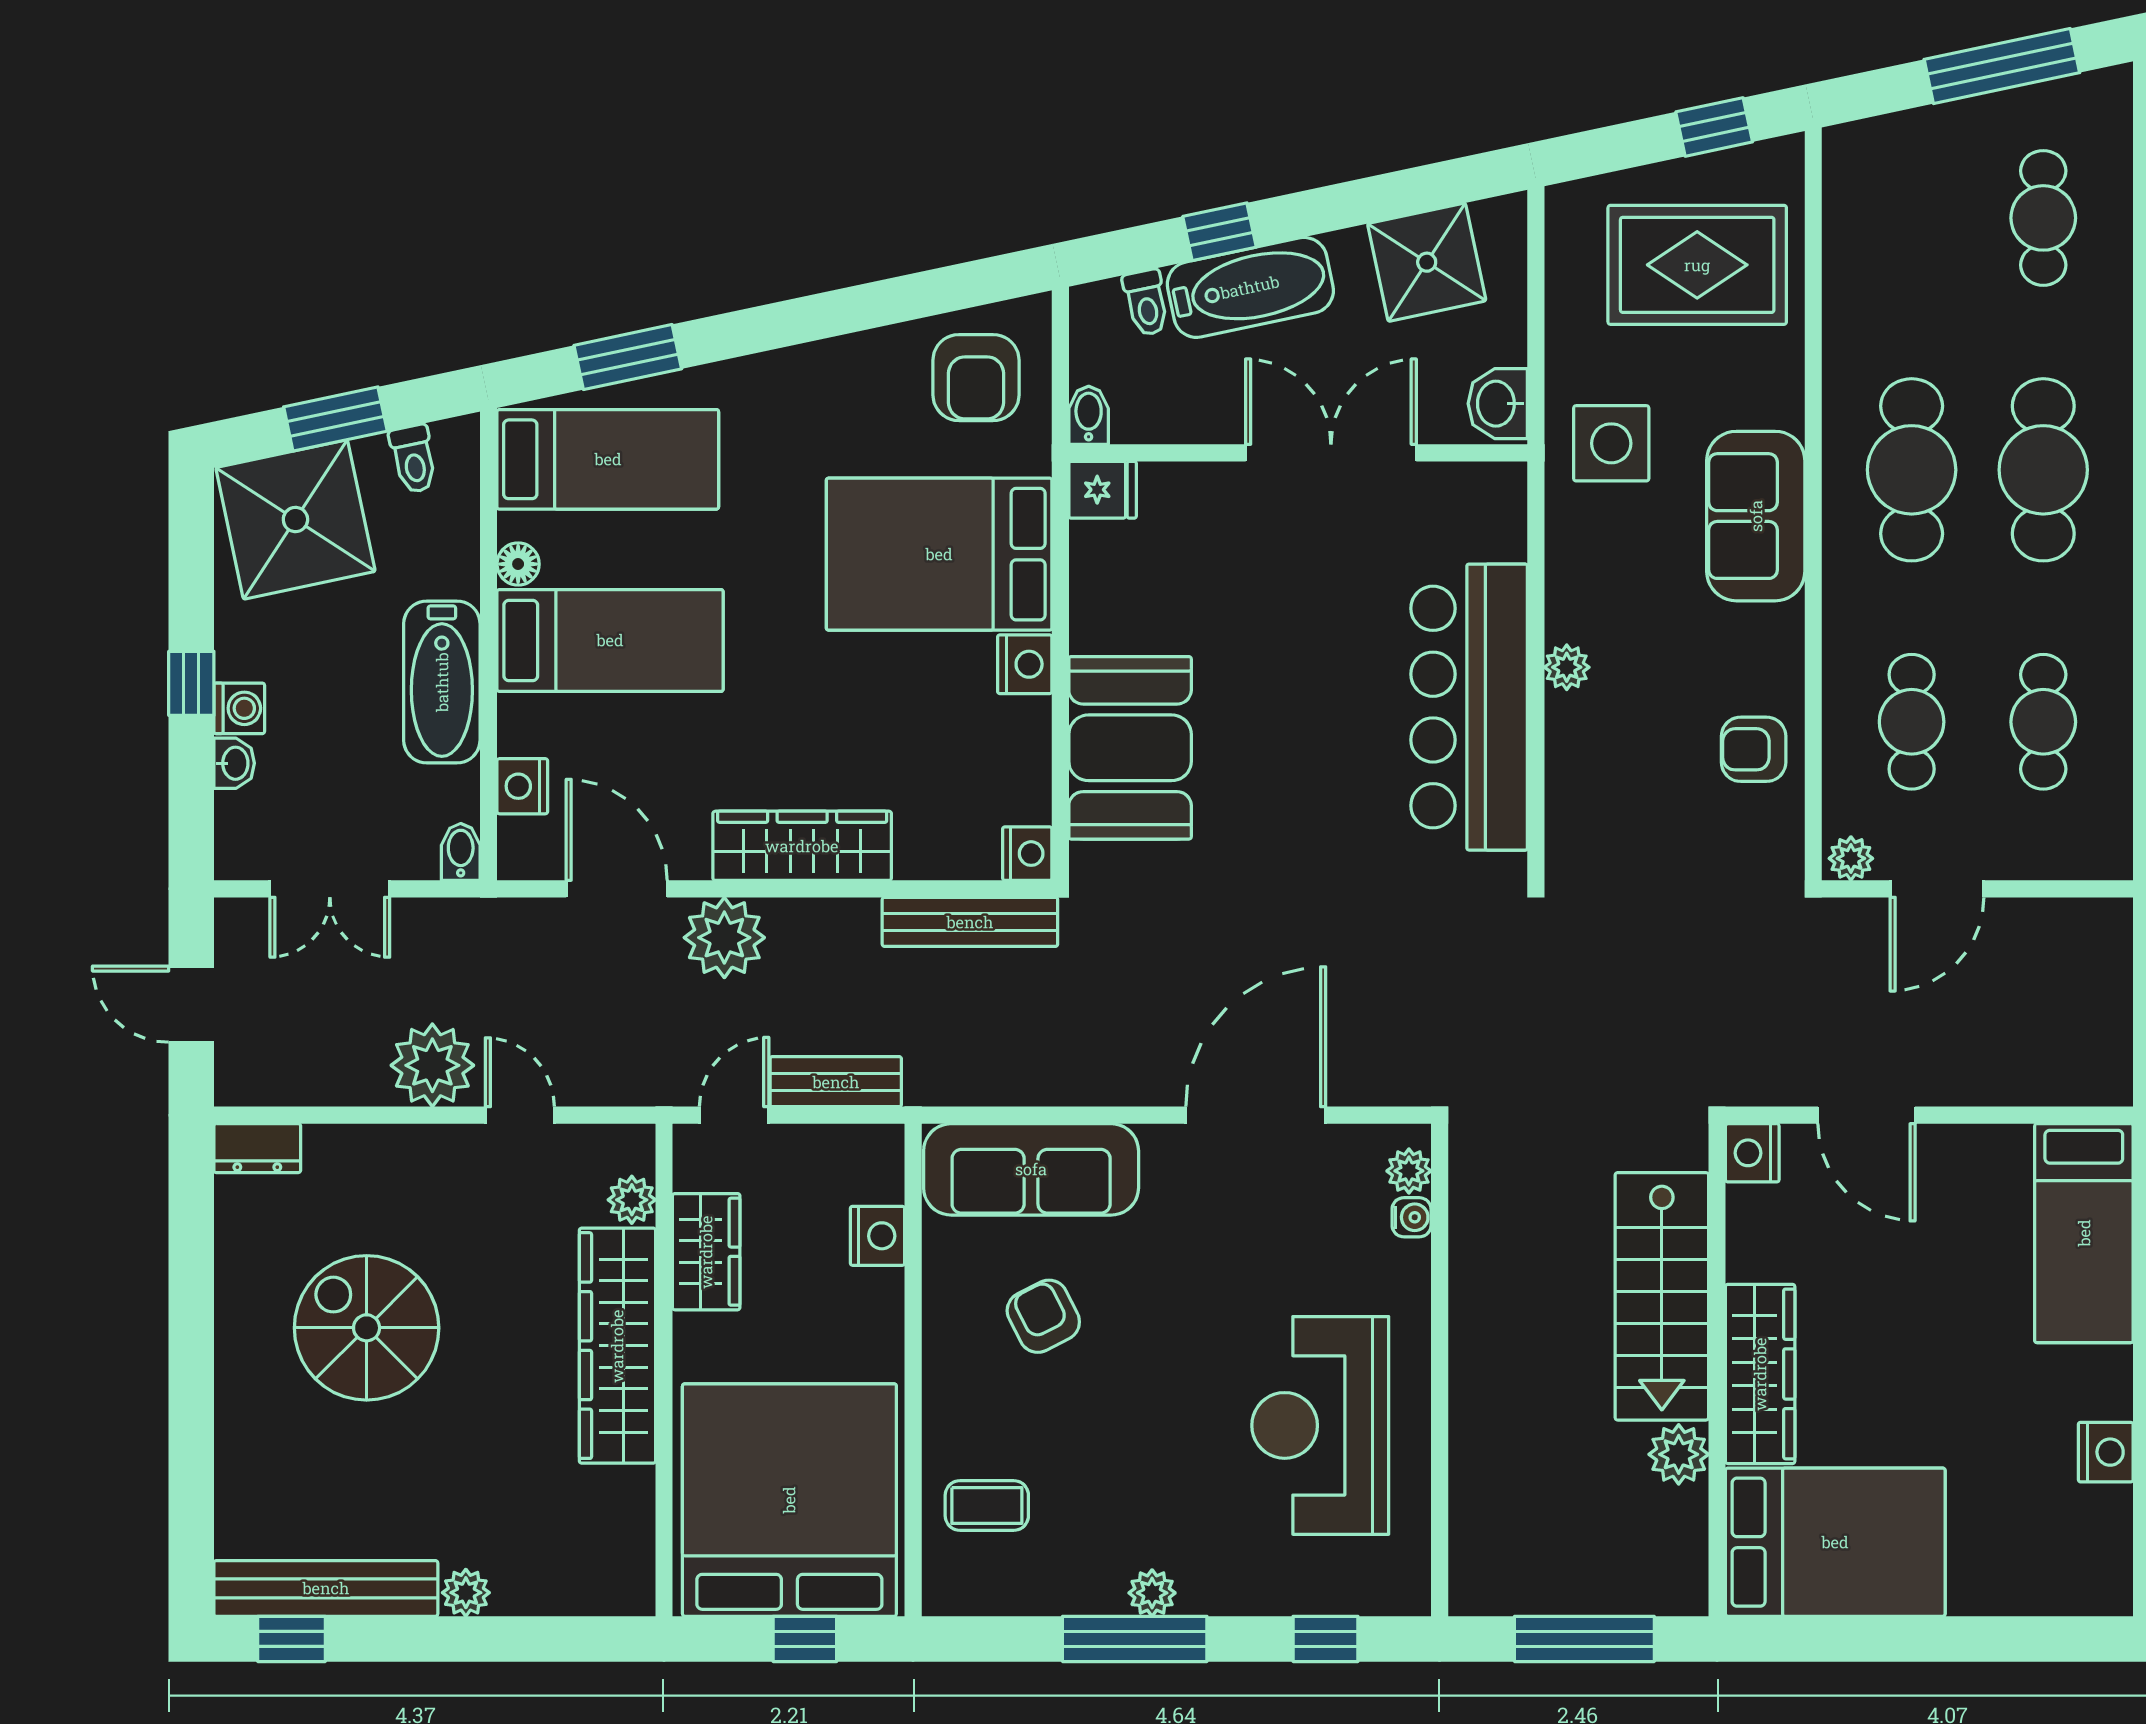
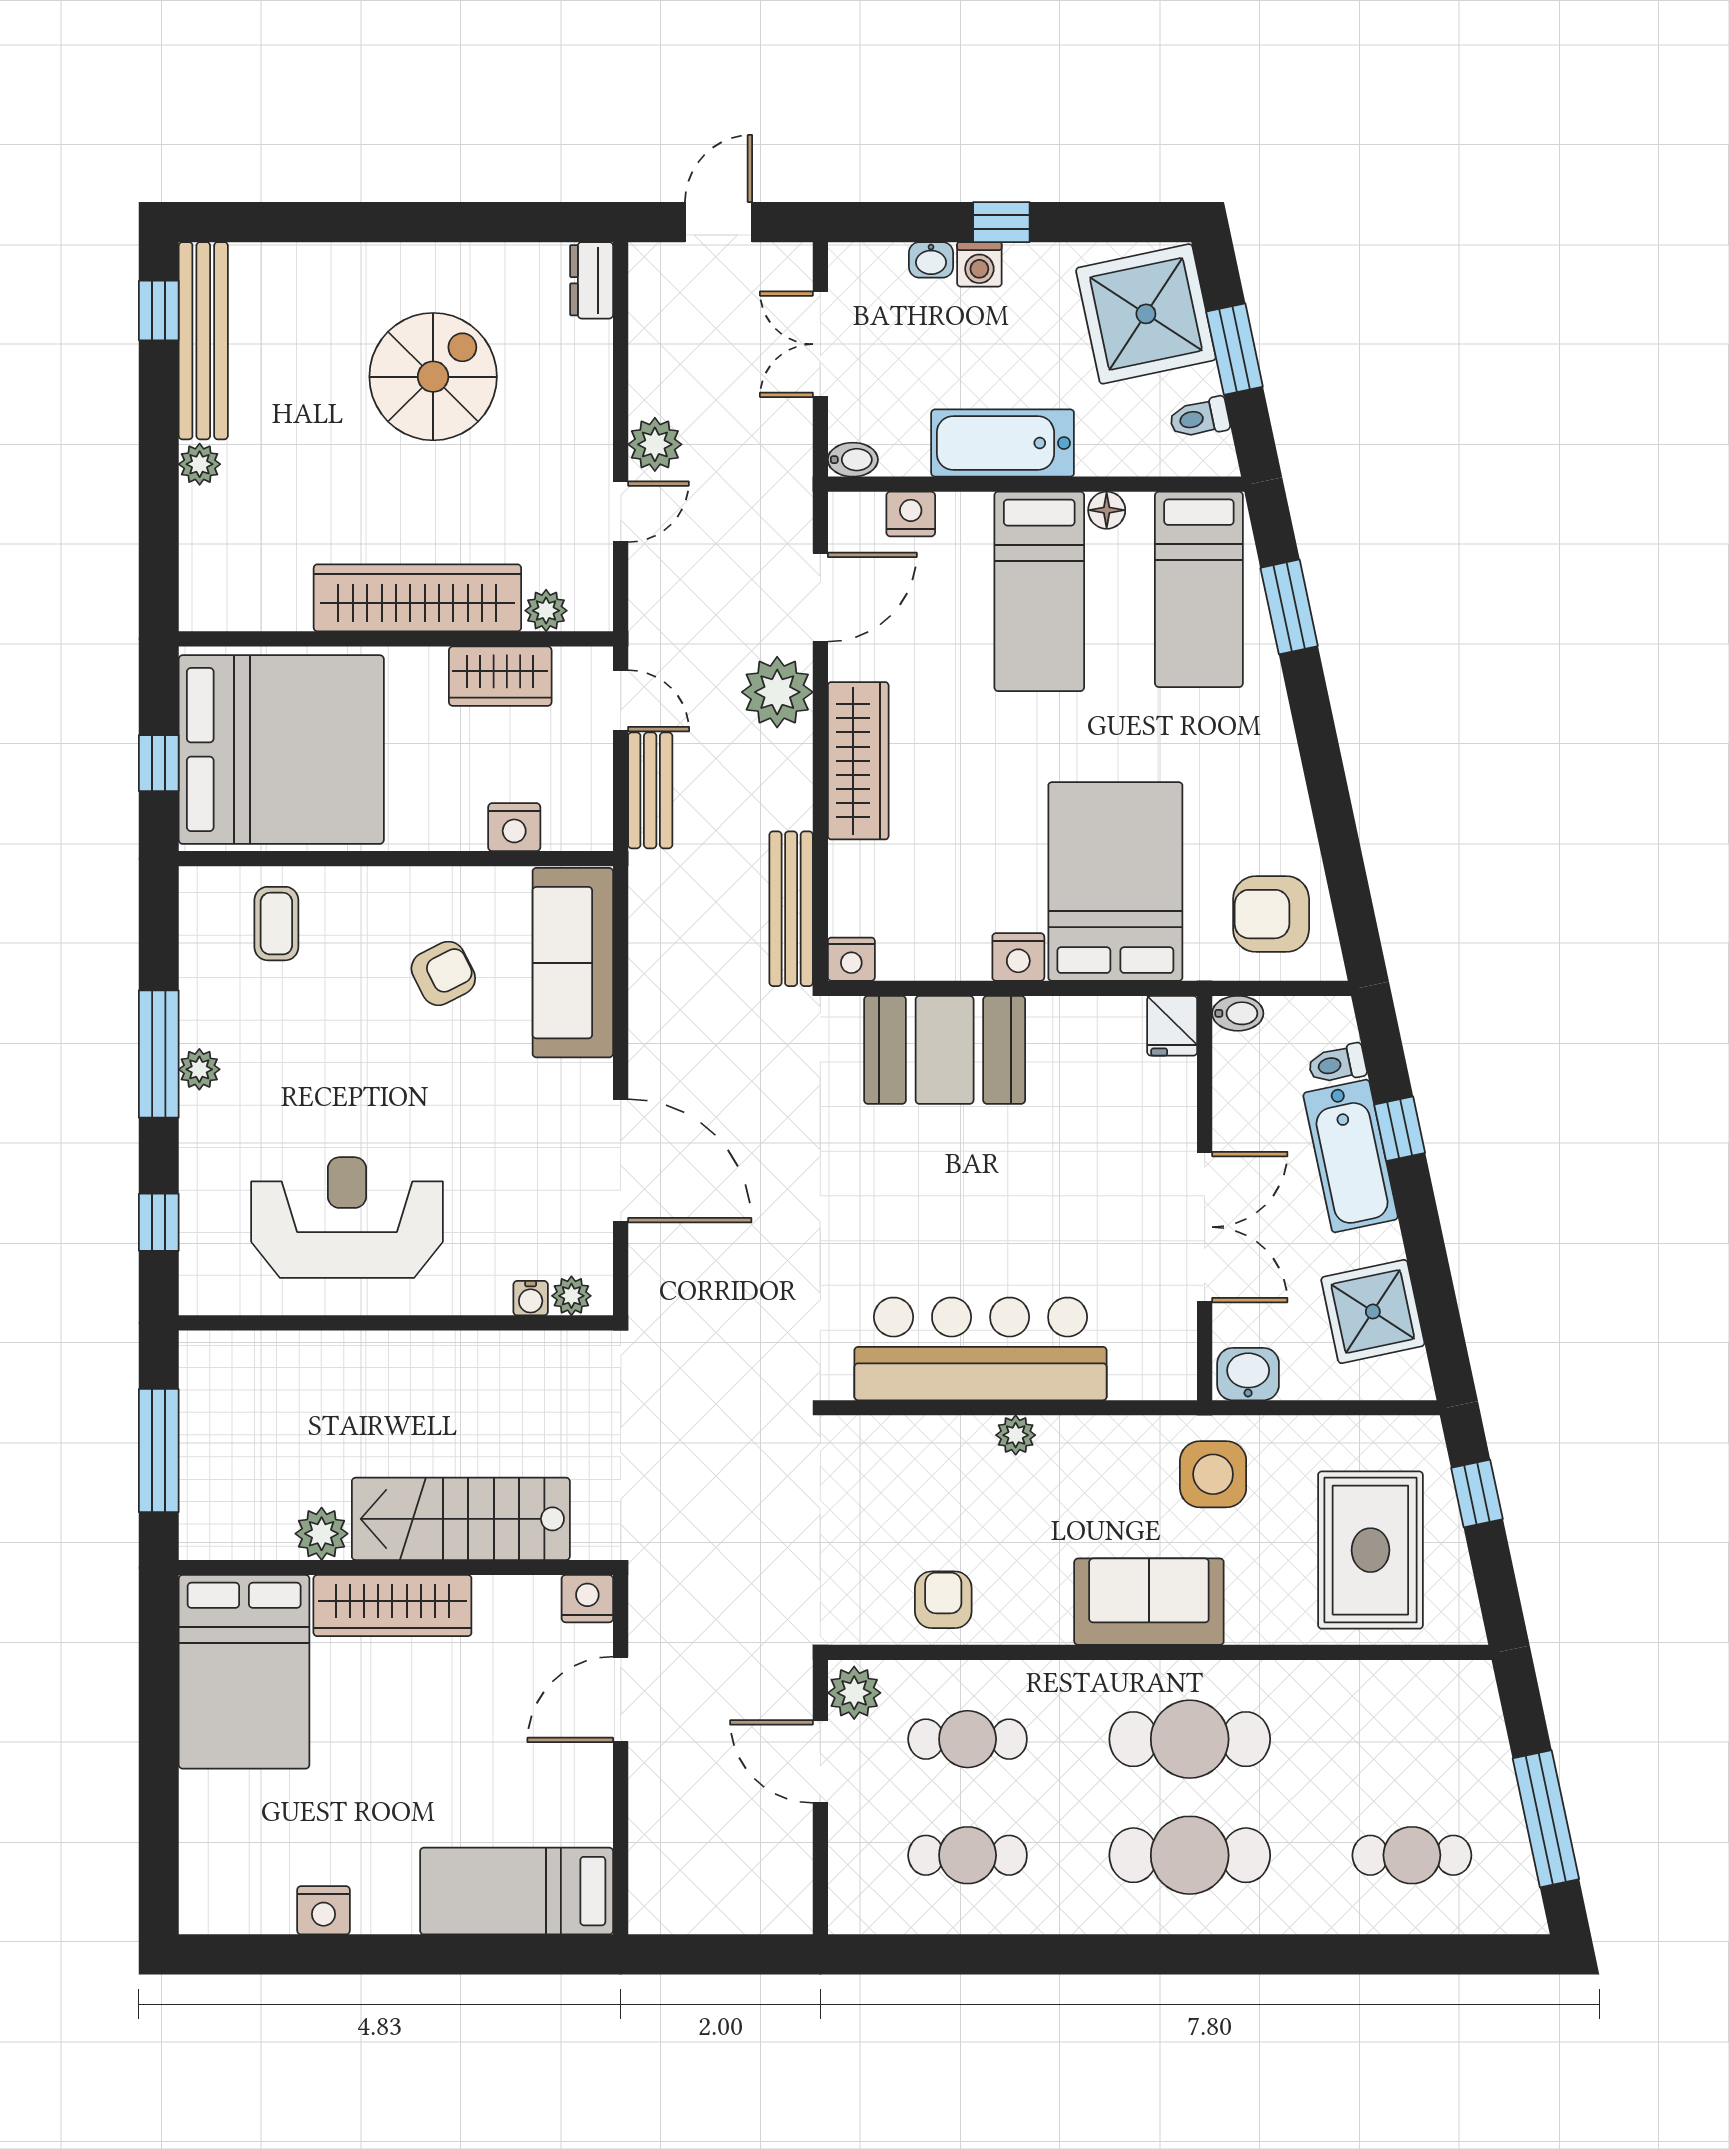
window: (1714, 127) -> (1477, 1493), moved
plant: (1851, 858) -> (854, 1693), width x1.38, depth x1.38
plant: (432, 1065) -> (655, 444), width x0.73, depth x0.73

